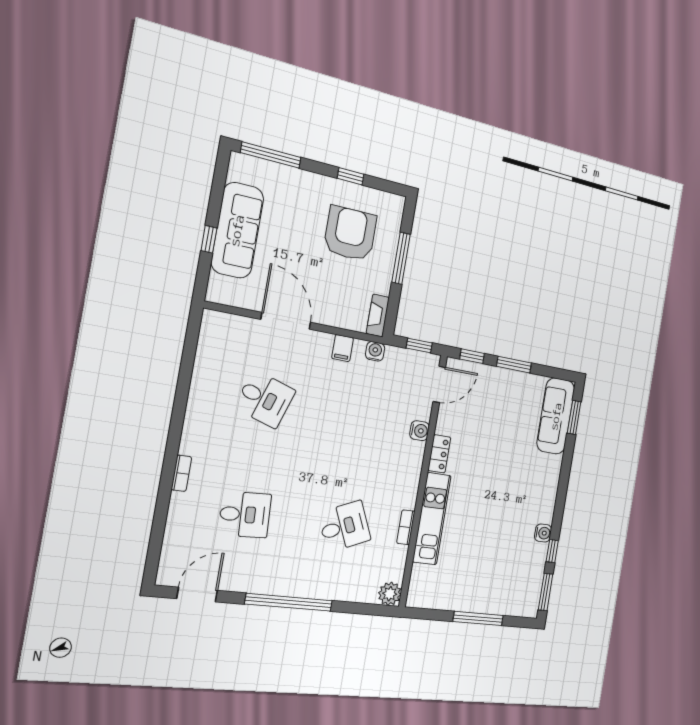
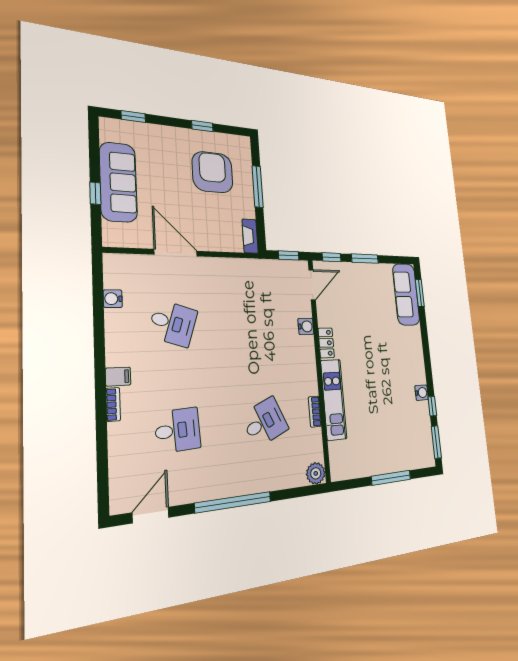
window: (271, 155) -> (133, 117), width x0.46
filing cabinet: (343, 348) -> (118, 377), moved, turned -90
water cooler: (375, 351) -> (113, 299), moved, turned -90

